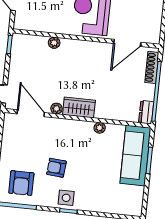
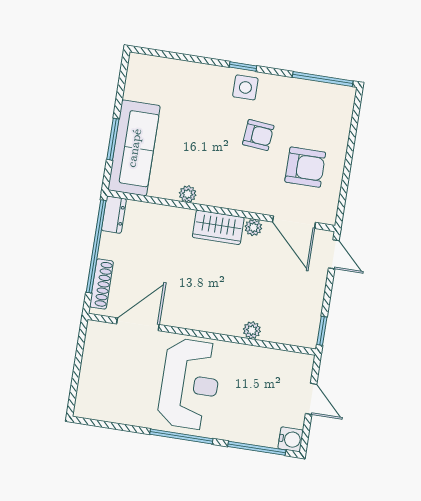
armchair: (21, 183) -> (305, 167), moved, turned 90

